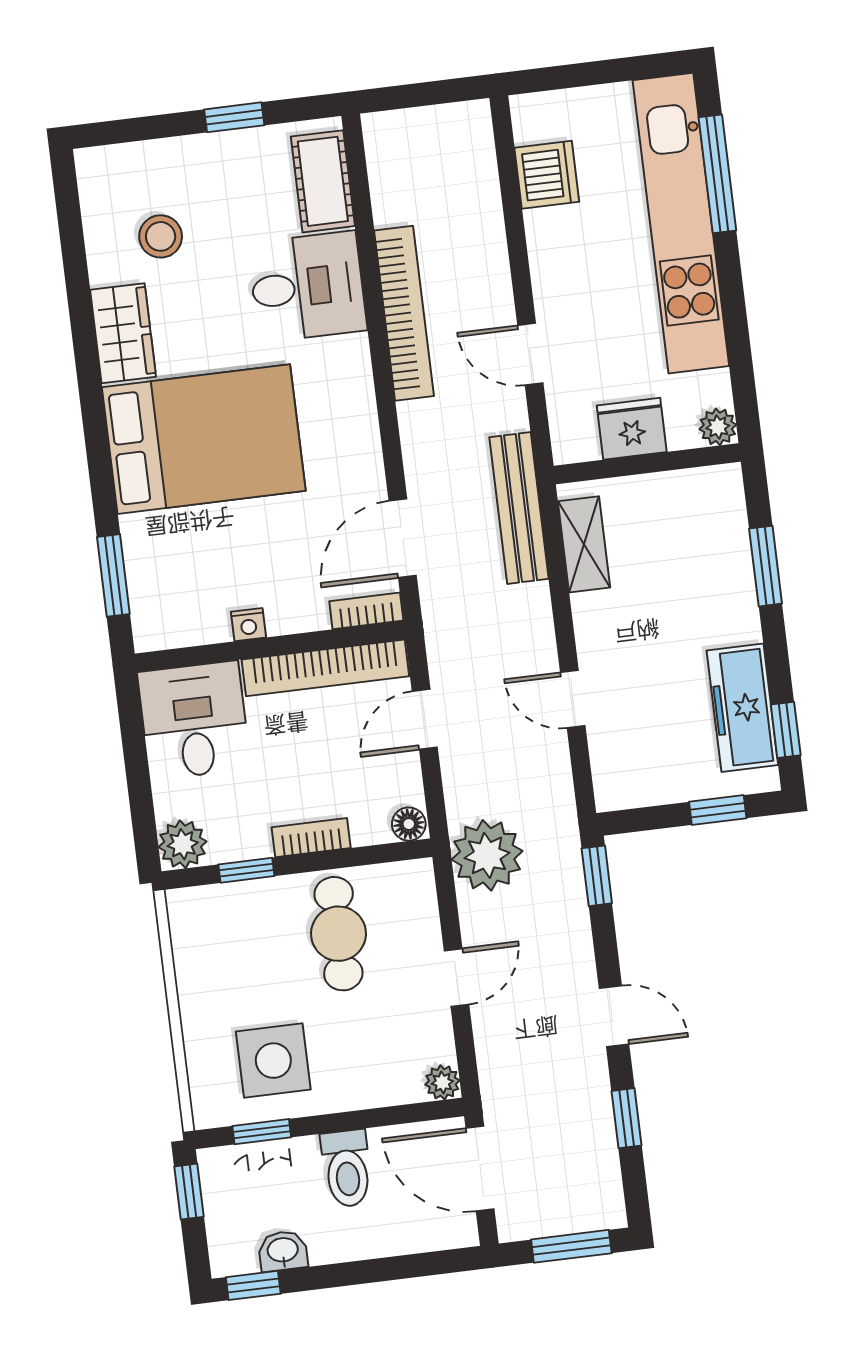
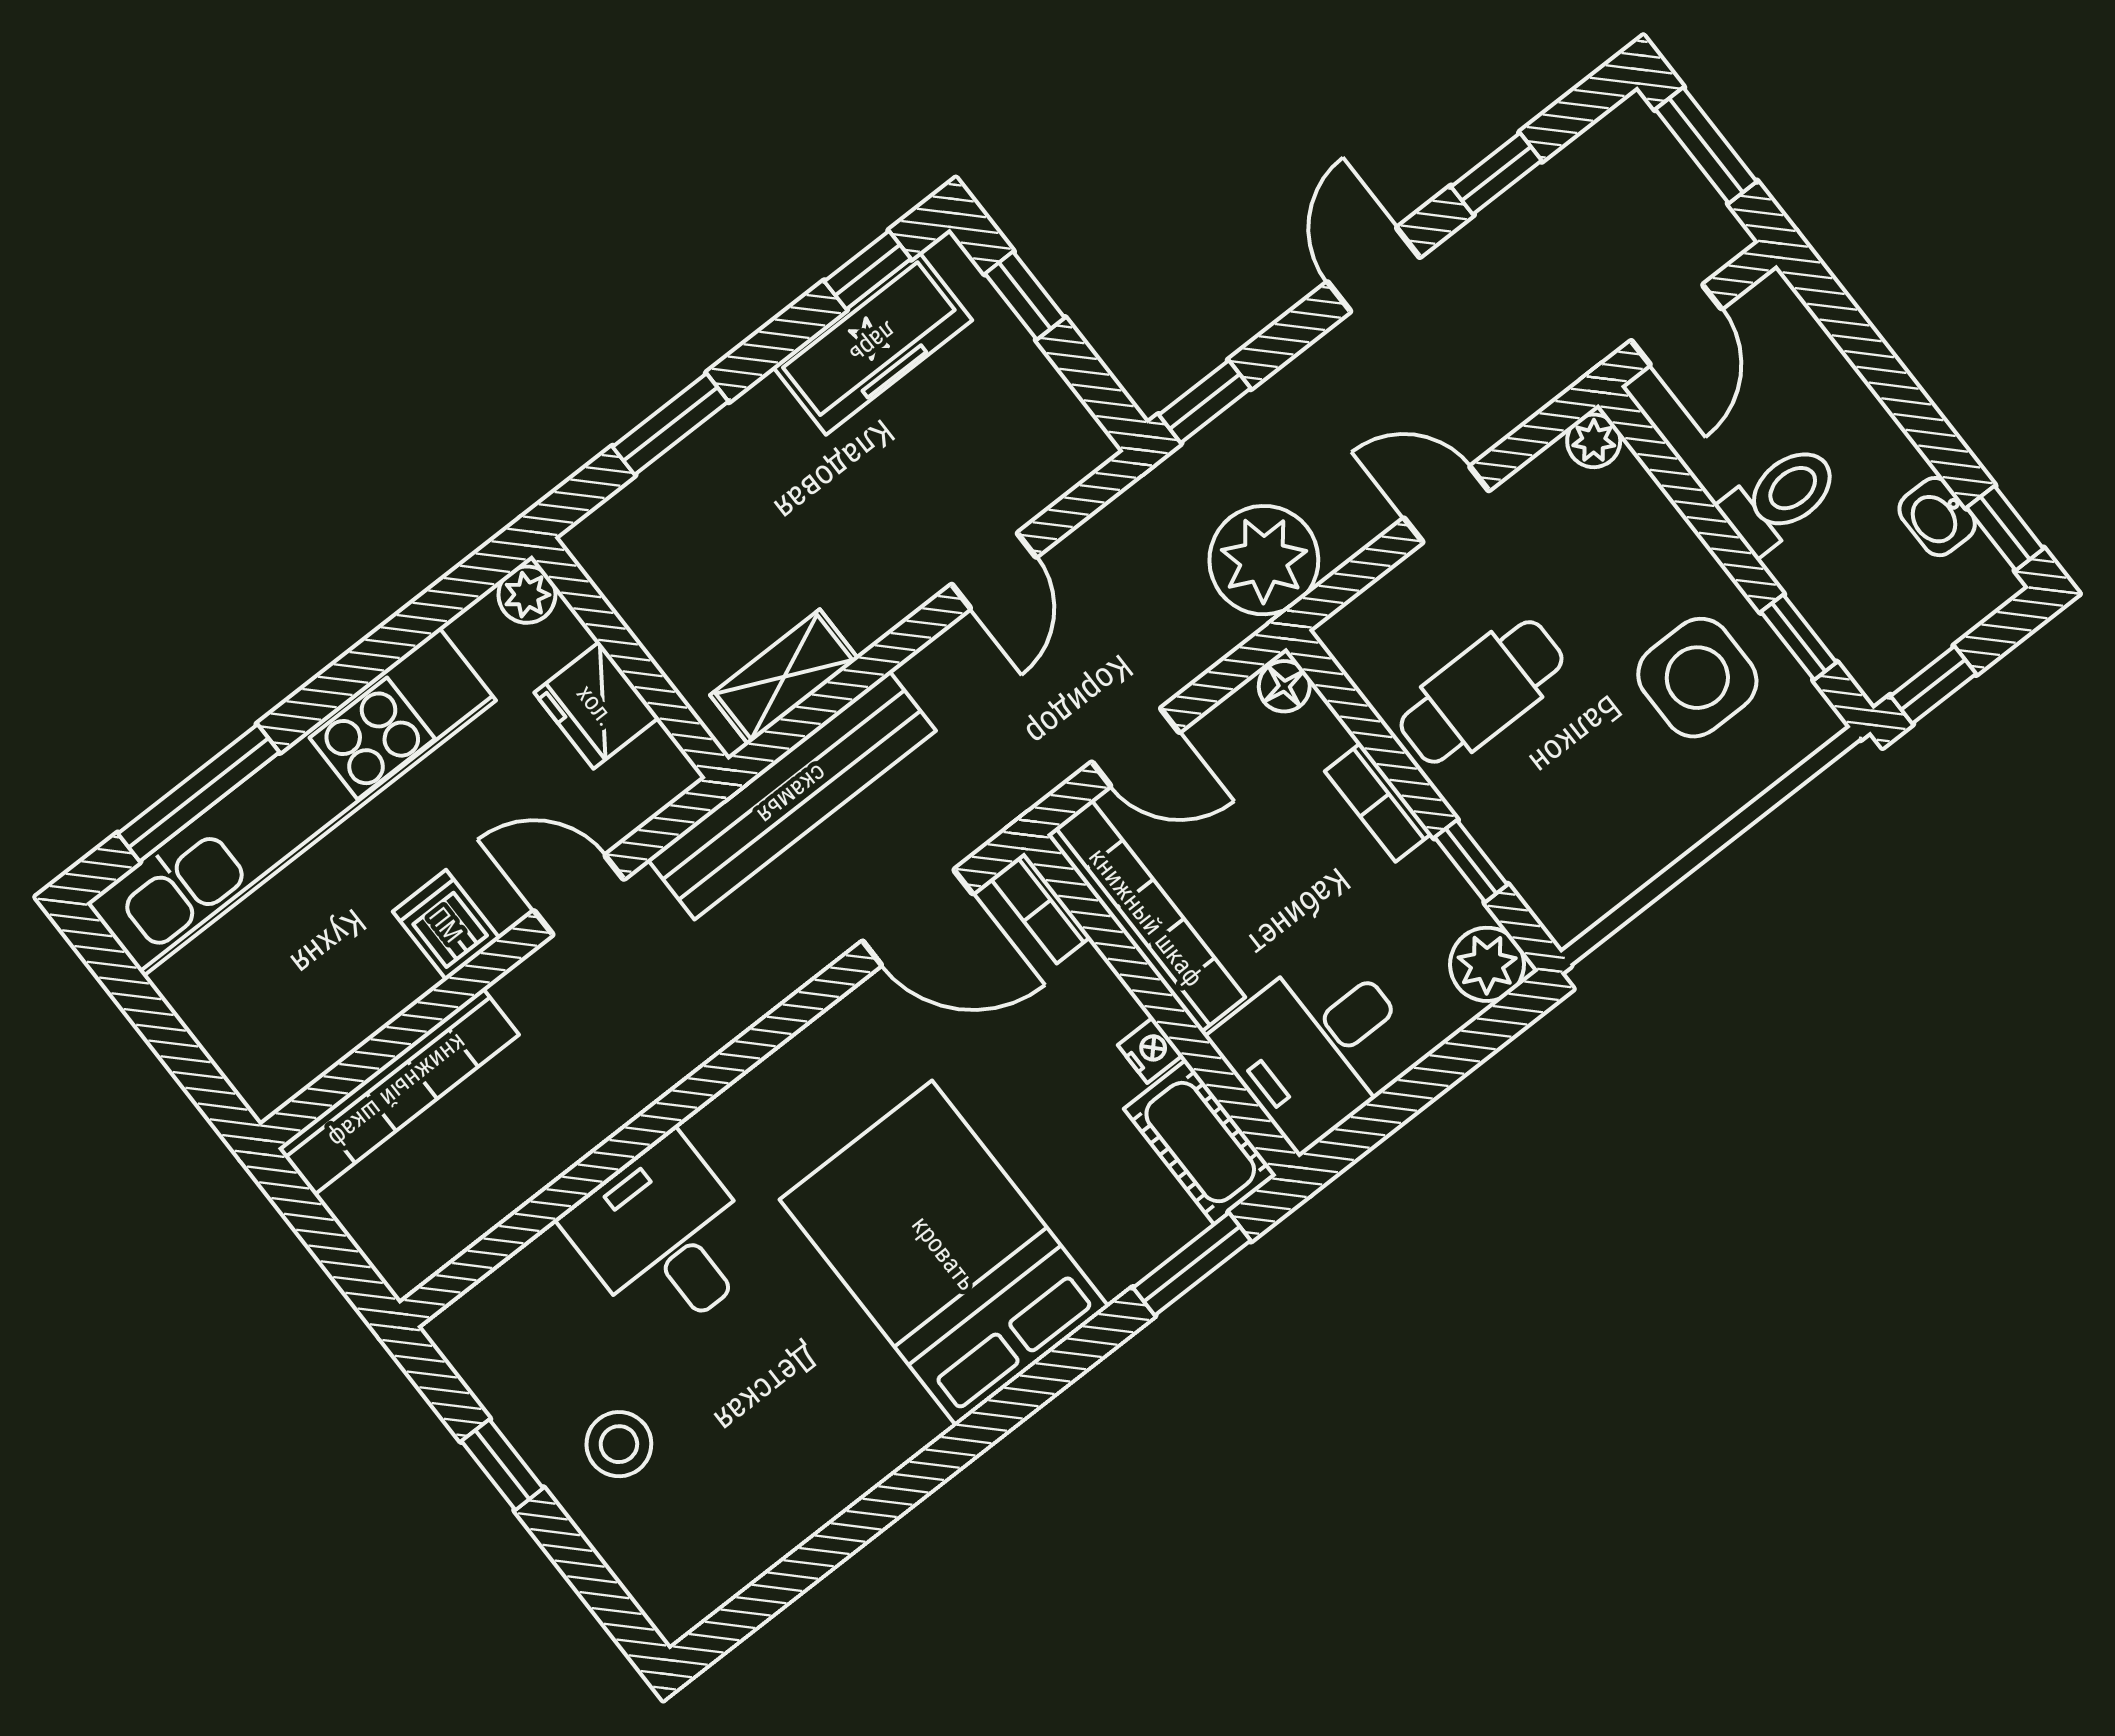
dishwasher: (547, 175) -> (446, 925), moved, width x0.73
cot: (323, 181) -> (1200, 1142), moved, turned 90
stool: (161, 236) -> (619, 1444), moved
bookcase: (404, 313) -> (398, 1091), moved, turned 180
wardrobe: (123, 333) -> (870, 1441), removed
door: (530, 354) -> (579, 895), swing flipped
bench: (519, 508) -> (792, 795), width x1.37, depth x1.21
door: (480, 1169) -> (1676, 325), width x0.73

